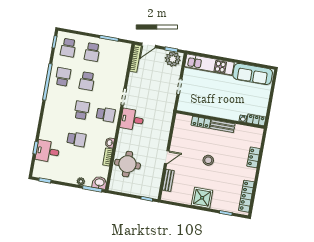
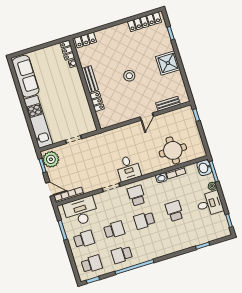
desk: (117, 61) -> (81, 211), added
desk: (48, 151) -> (210, 204), moved, turned -90
door: (167, 157) -> (147, 117), swing flipped
locker: (254, 157) -> (85, 40), moved

